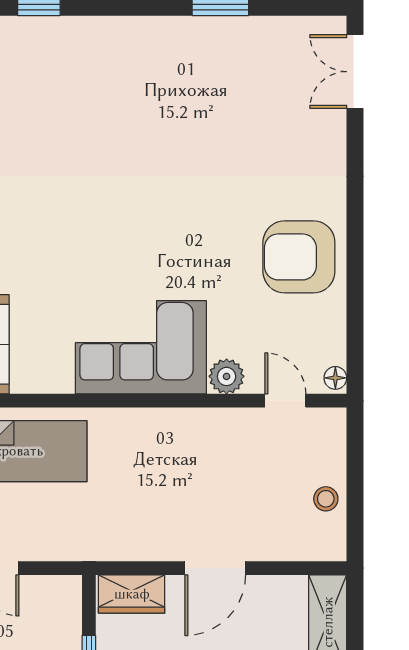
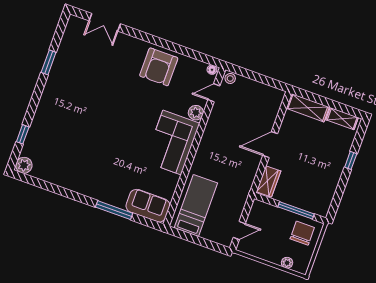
double door: (355, 72) -> (105, 22), moved
stool: (326, 499) -> (230, 78), moved
door: (215, 568) -> (270, 145), swing flipped

